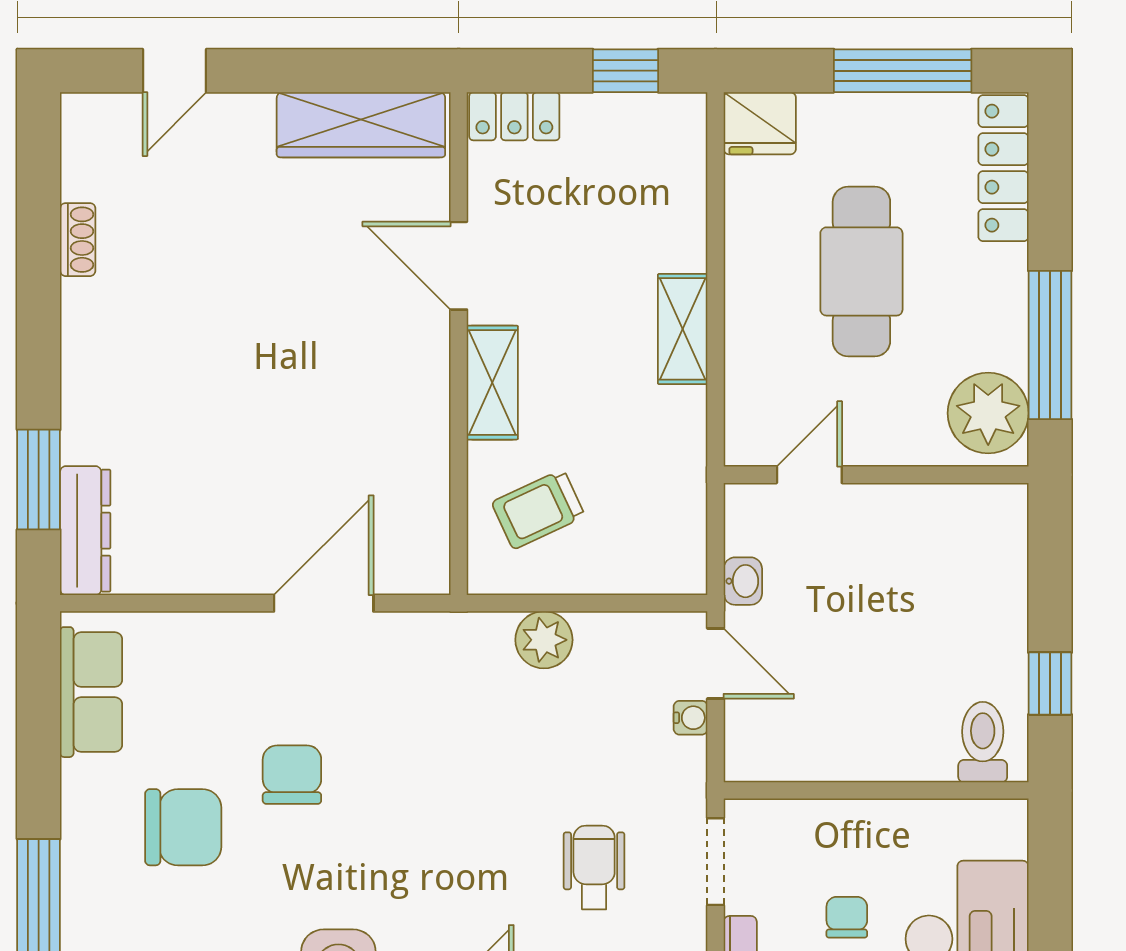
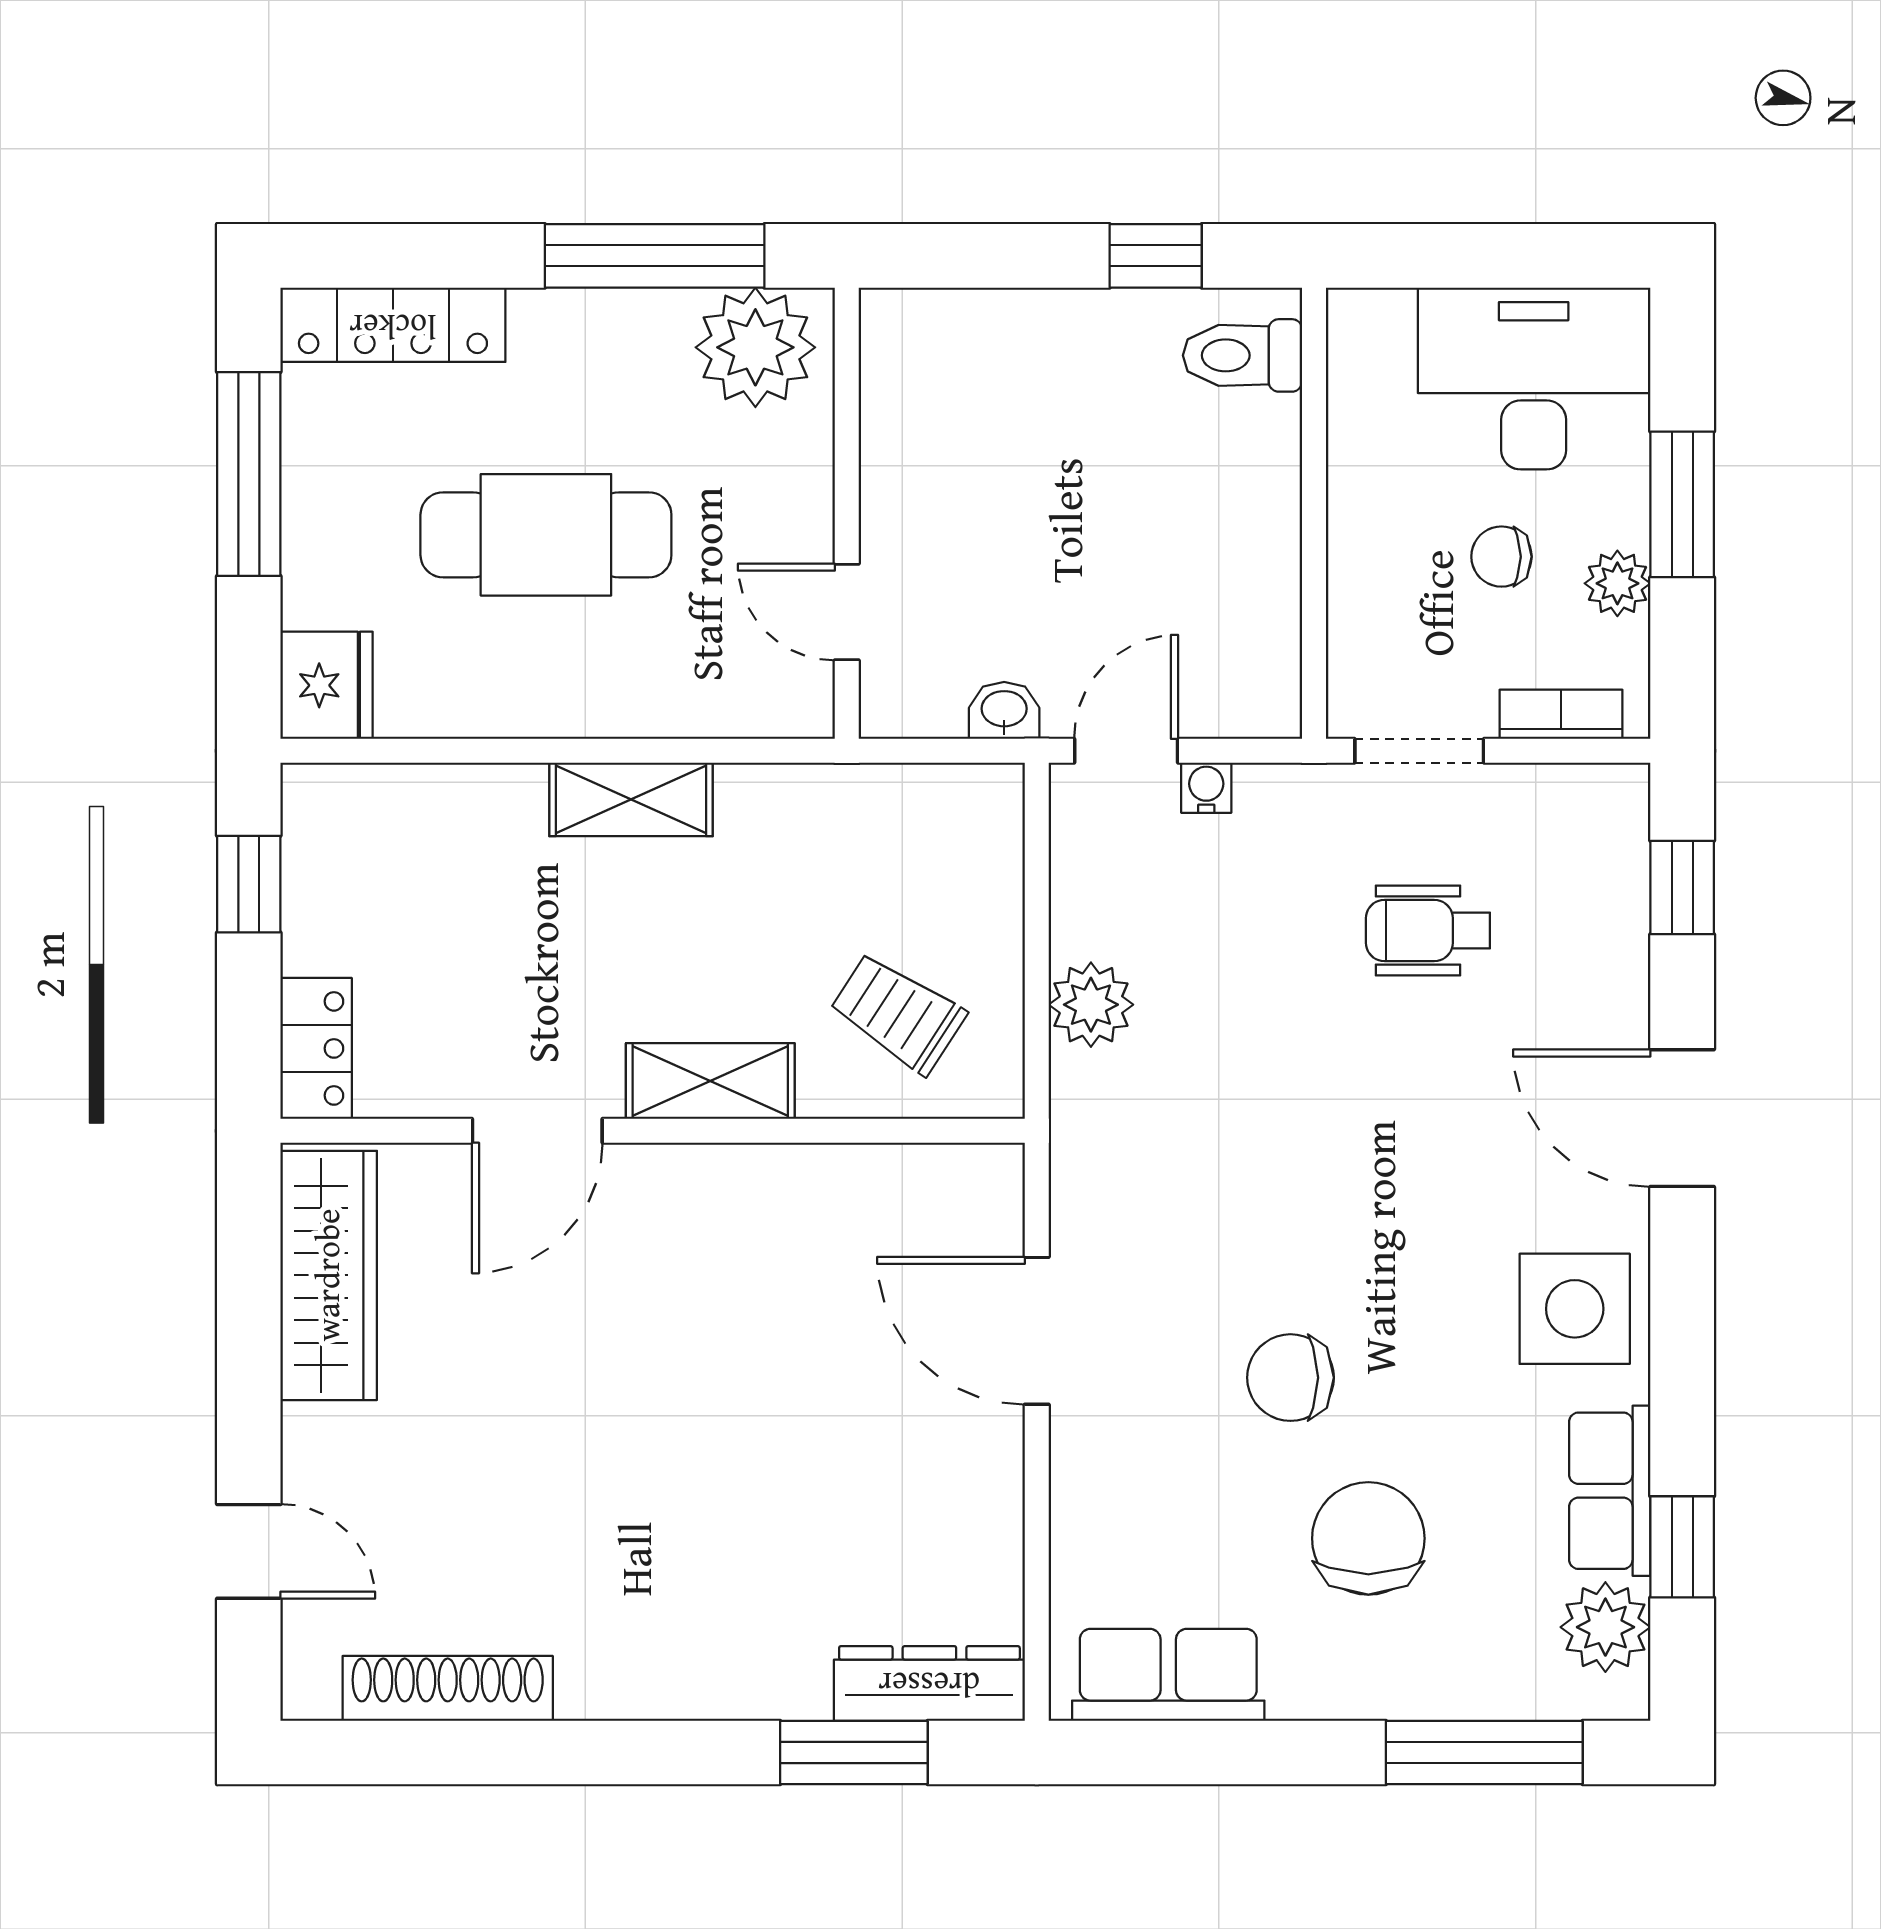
shoe rack: (78, 240) -> (448, 1688), width x1.94, depth x1.24
trolley: (538, 509) -> (898, 1013), turned 148

